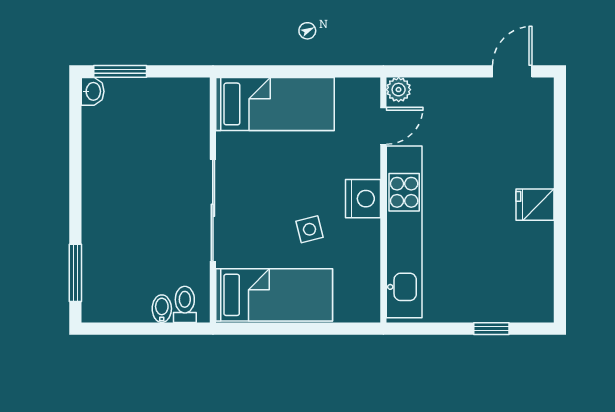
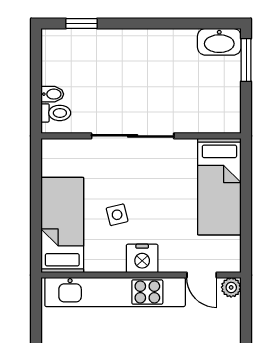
washbasin: (93, 91) -> (219, 42), width x1.91, depth x1.45
window: (75, 273) -> (82, 24), width x0.67
bed: (274, 295) -> (62, 225), moved, turned 180

